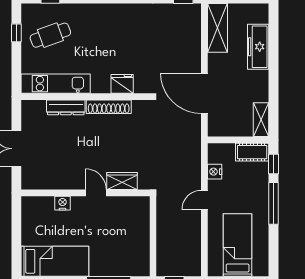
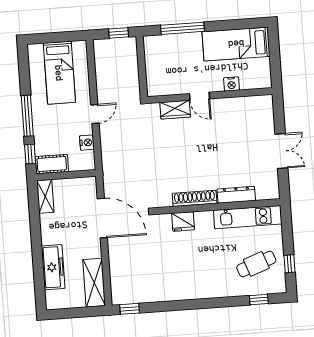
wardrobe: (122, 181) -> (175, 110), moved
wall: (85, 193) -> (210, 96), moved
door: (96, 193) -> (200, 96), moved
nightstand: (63, 203) -> (232, 84), moved

